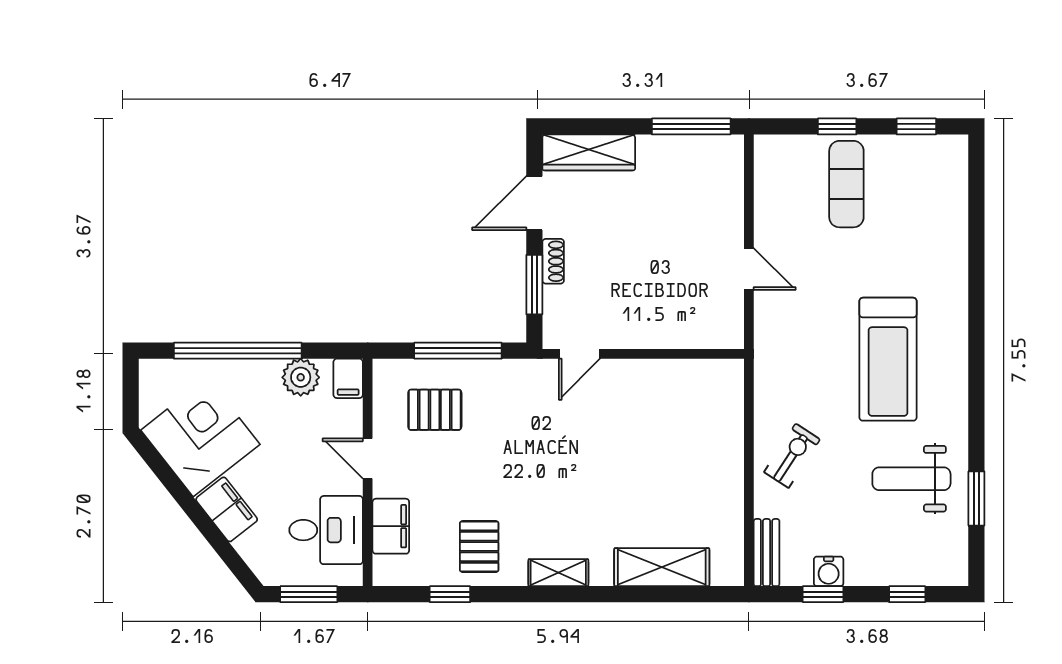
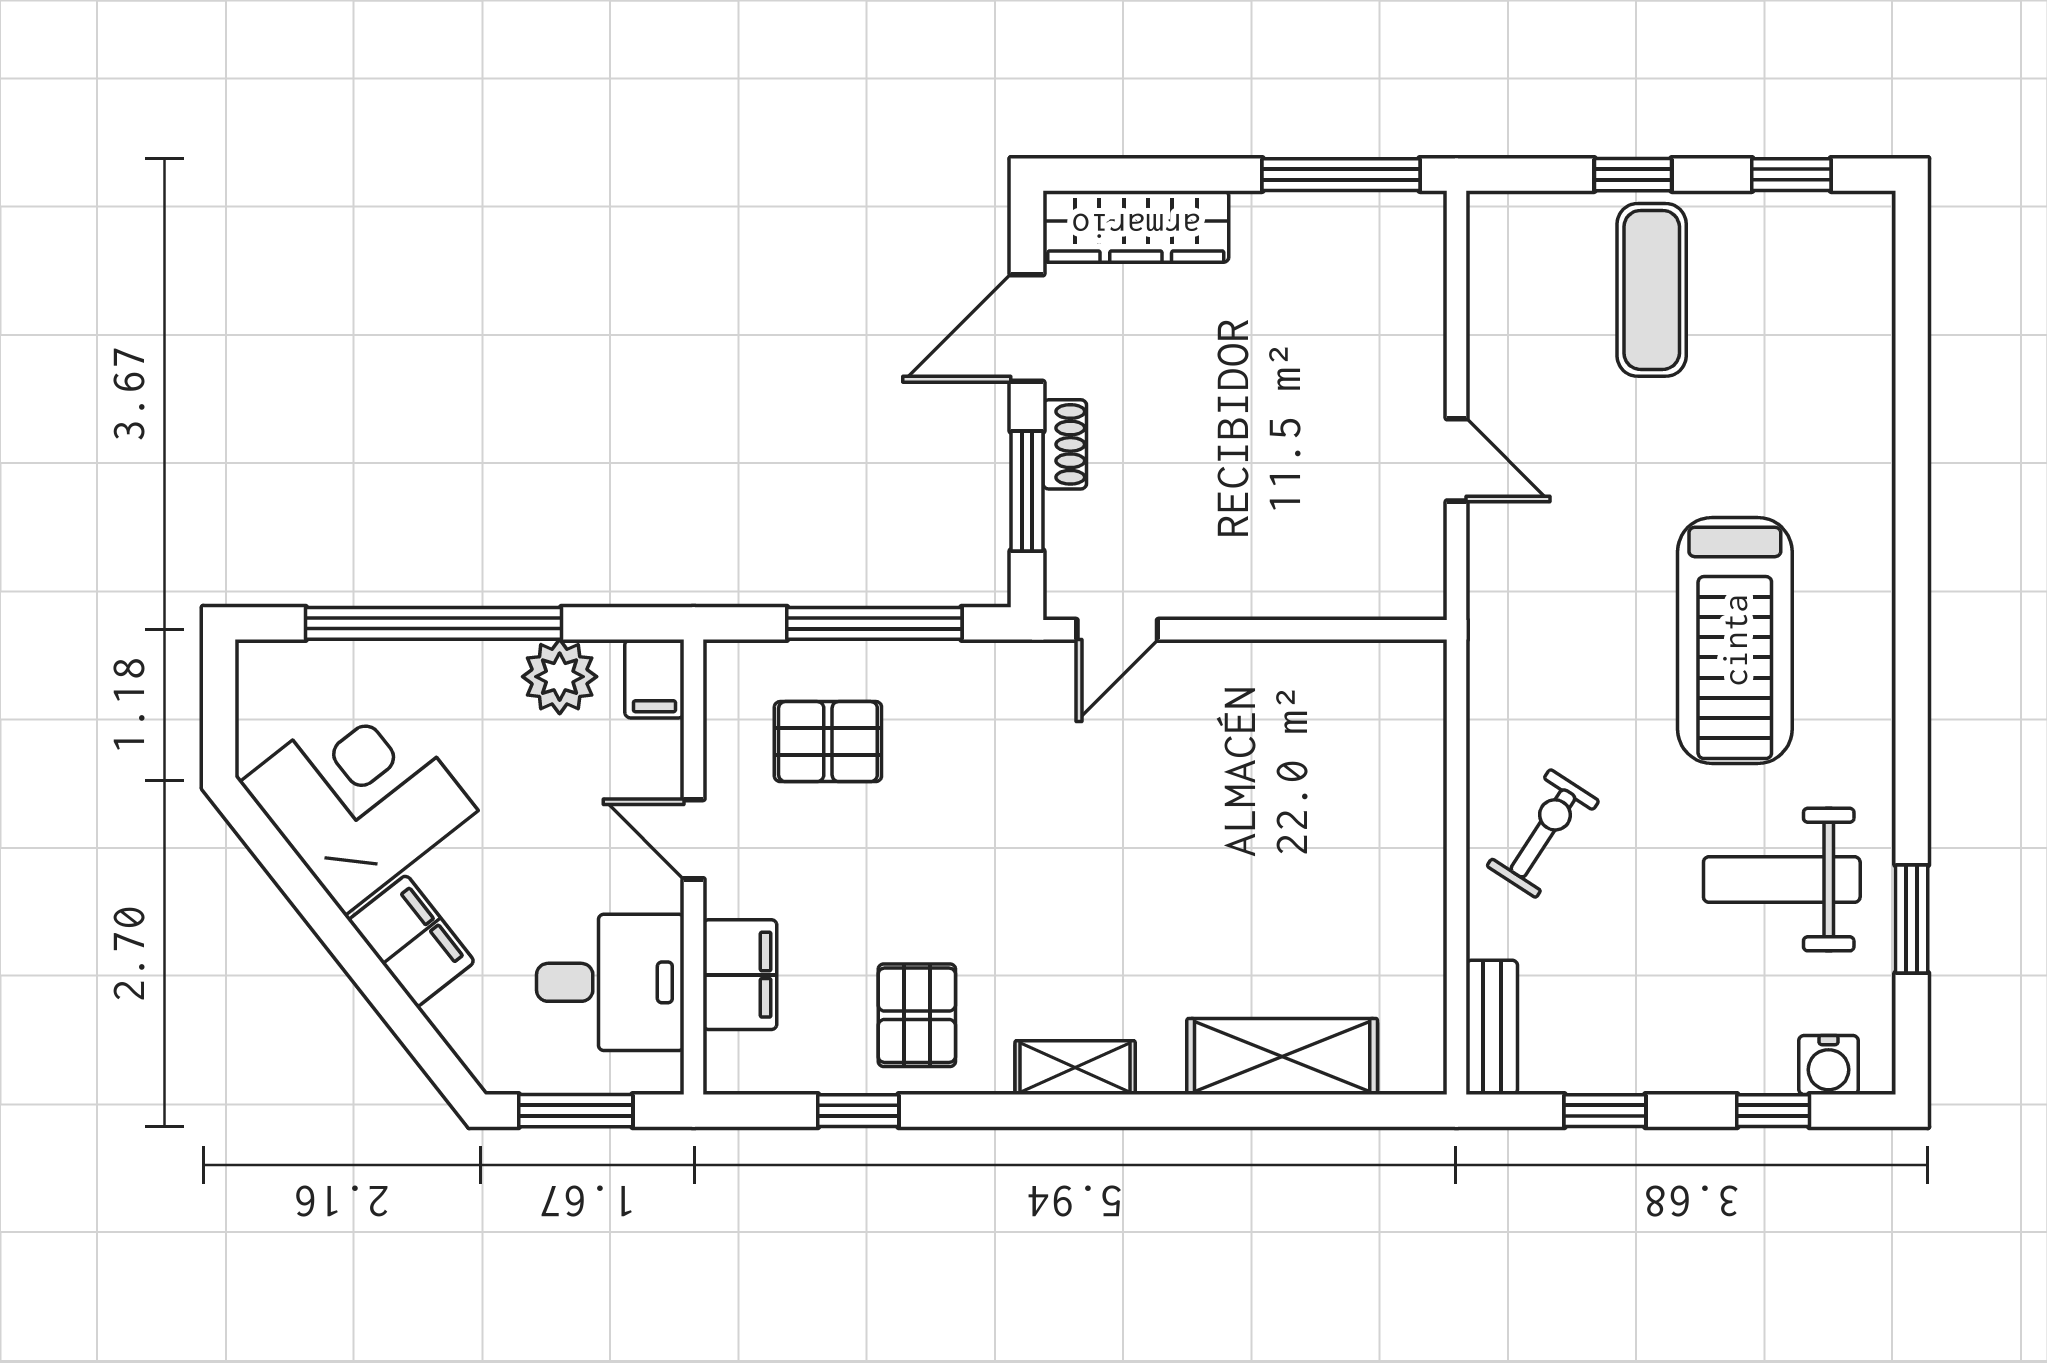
water cooler: (829, 571) -> (1828, 1065), moved

